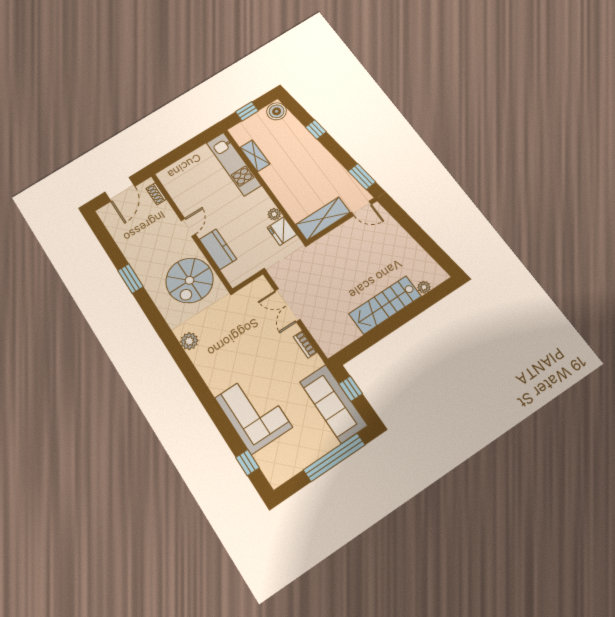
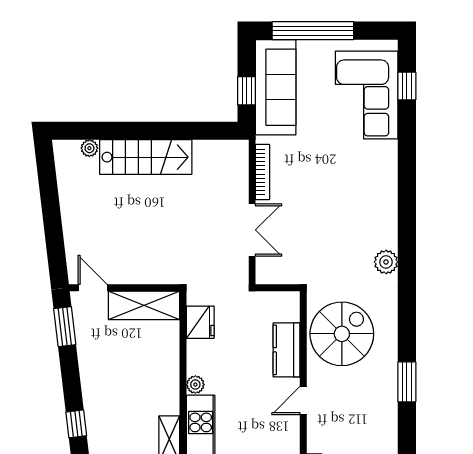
plant: (274, 214) -> (195, 385), moved
bookcase: (305, 345) -> (263, 172), width x1.56
corner sofa: (253, 413) -> (367, 95), moved

